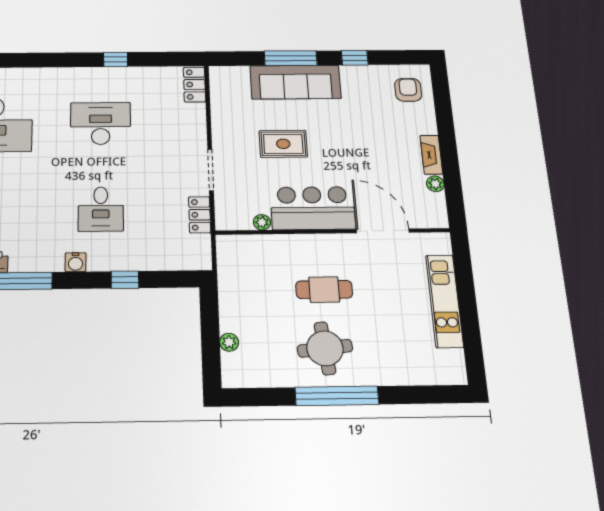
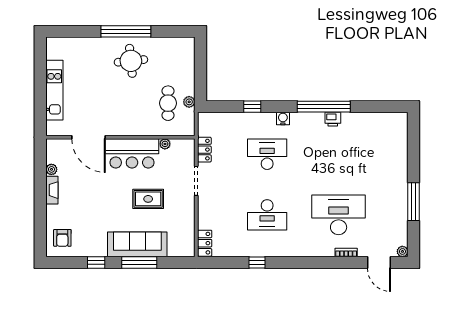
desk: (101, 209) -> (267, 154), width x1.37
cafe table: (324, 290) -> (168, 103), moved, turned 90
plant: (229, 342) -> (189, 102), moved

